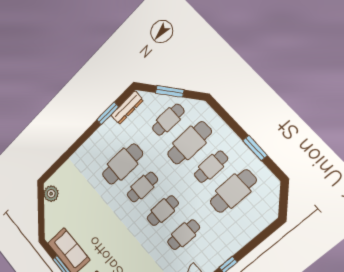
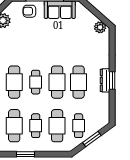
dresser: (127, 108) -> (105, 80), moved
window: (108, 113) -> (112, 80), moved
cafe table: (142, 187) -> (57, 82), width x1.37, depth x1.35
cafe table: (184, 235) -> (14, 82), width x1.37, depth x1.35

